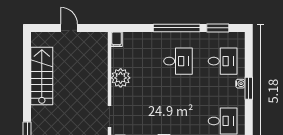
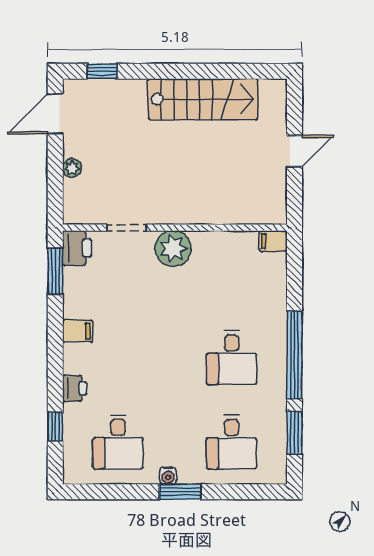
plant: (121, 78) -> (173, 249), moved
water cooler: (240, 84) -> (168, 476), moved

